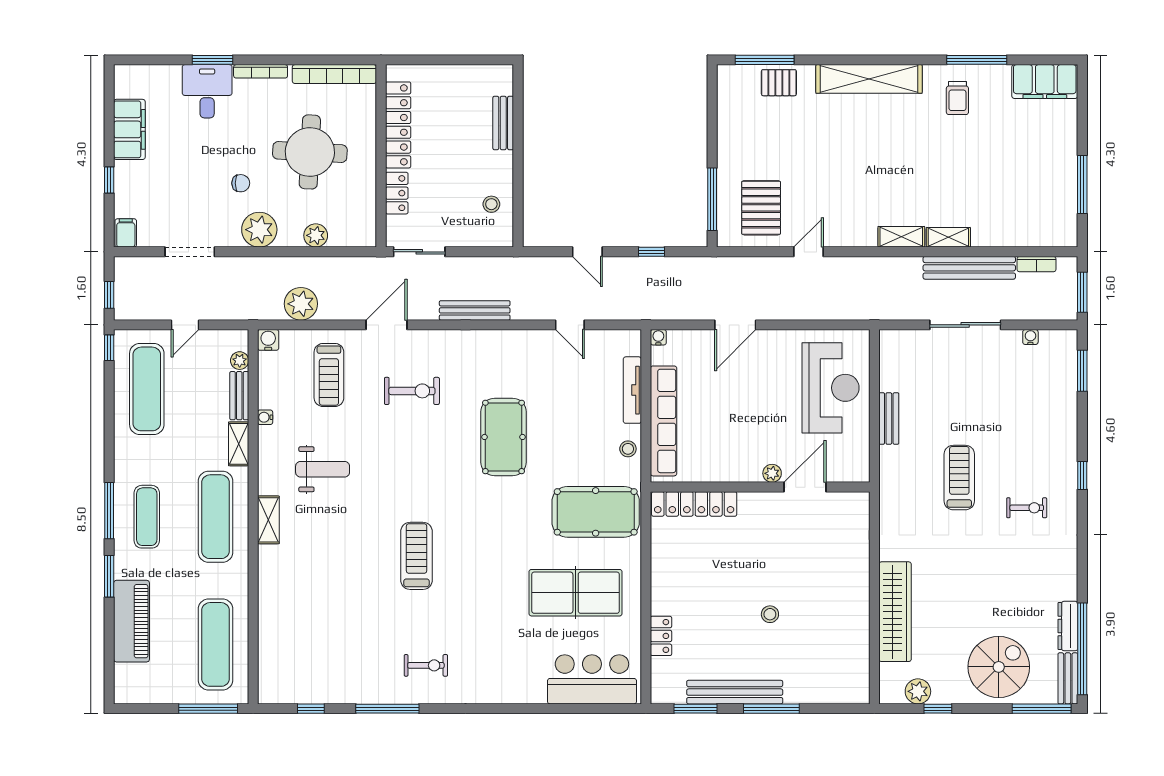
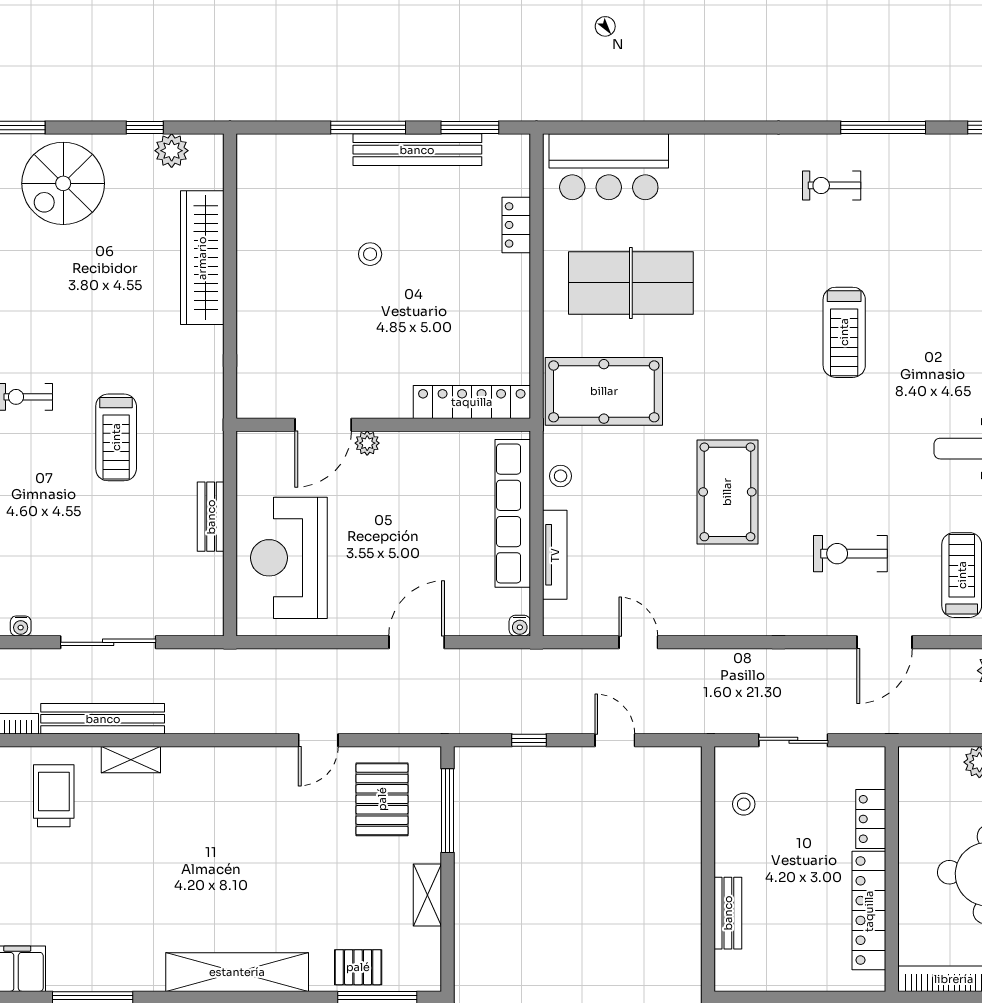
trolley: (957, 98) -> (54, 796), moved, width x1.36, depth x1.39
shelving: (901, 237) -> (427, 895), moved, turned 90
sliding door: (419, 252) -> (793, 740), moved
bench: (475, 310) -> (766, 662), removed

